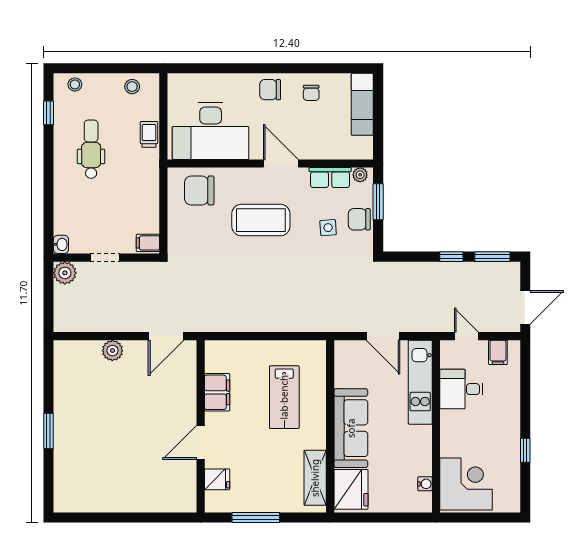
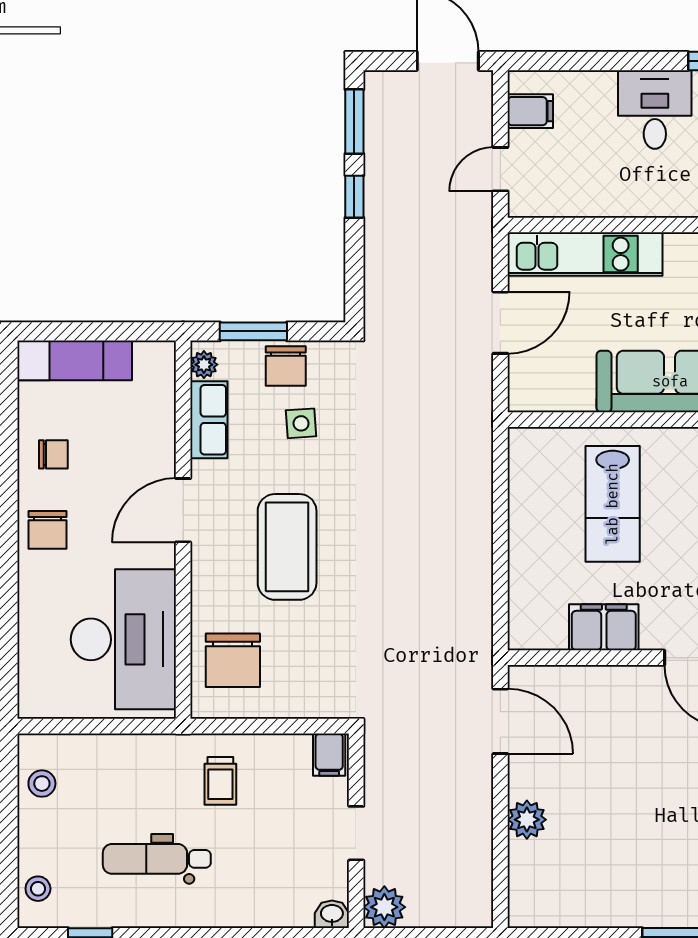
trolley: (149, 134) -> (220, 781), moved, turned -90
desk: (461, 389) -> (655, 109), moved, turned 180
lab bench: (284, 397) -> (613, 504), turned 90

